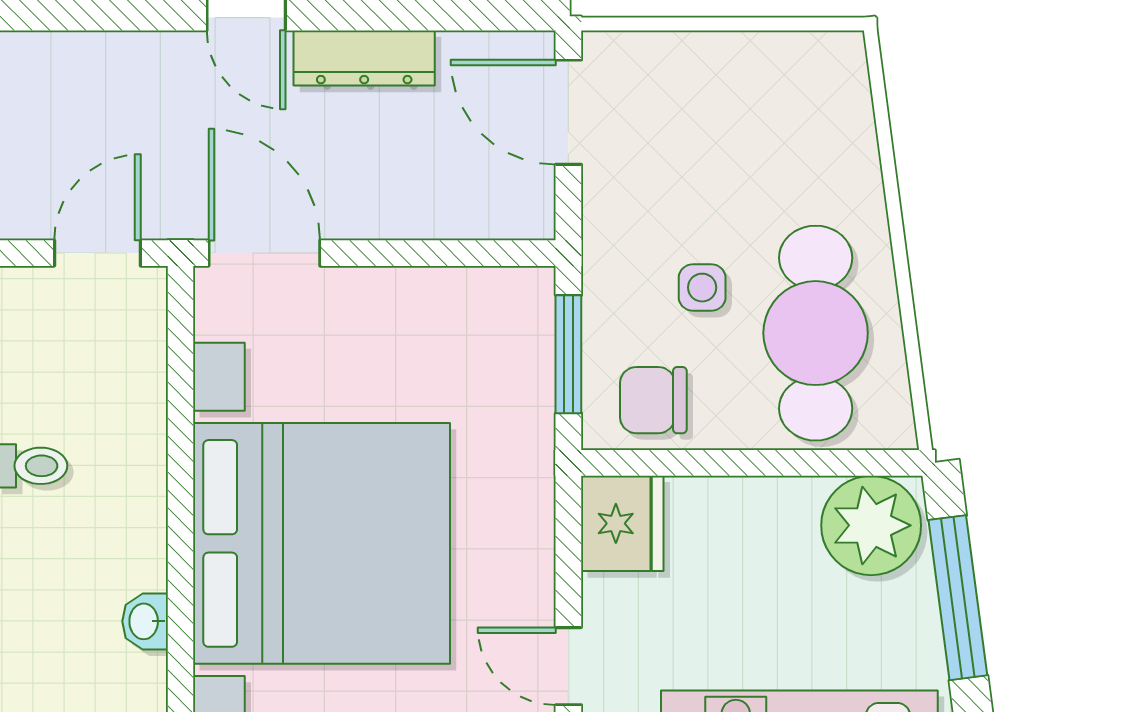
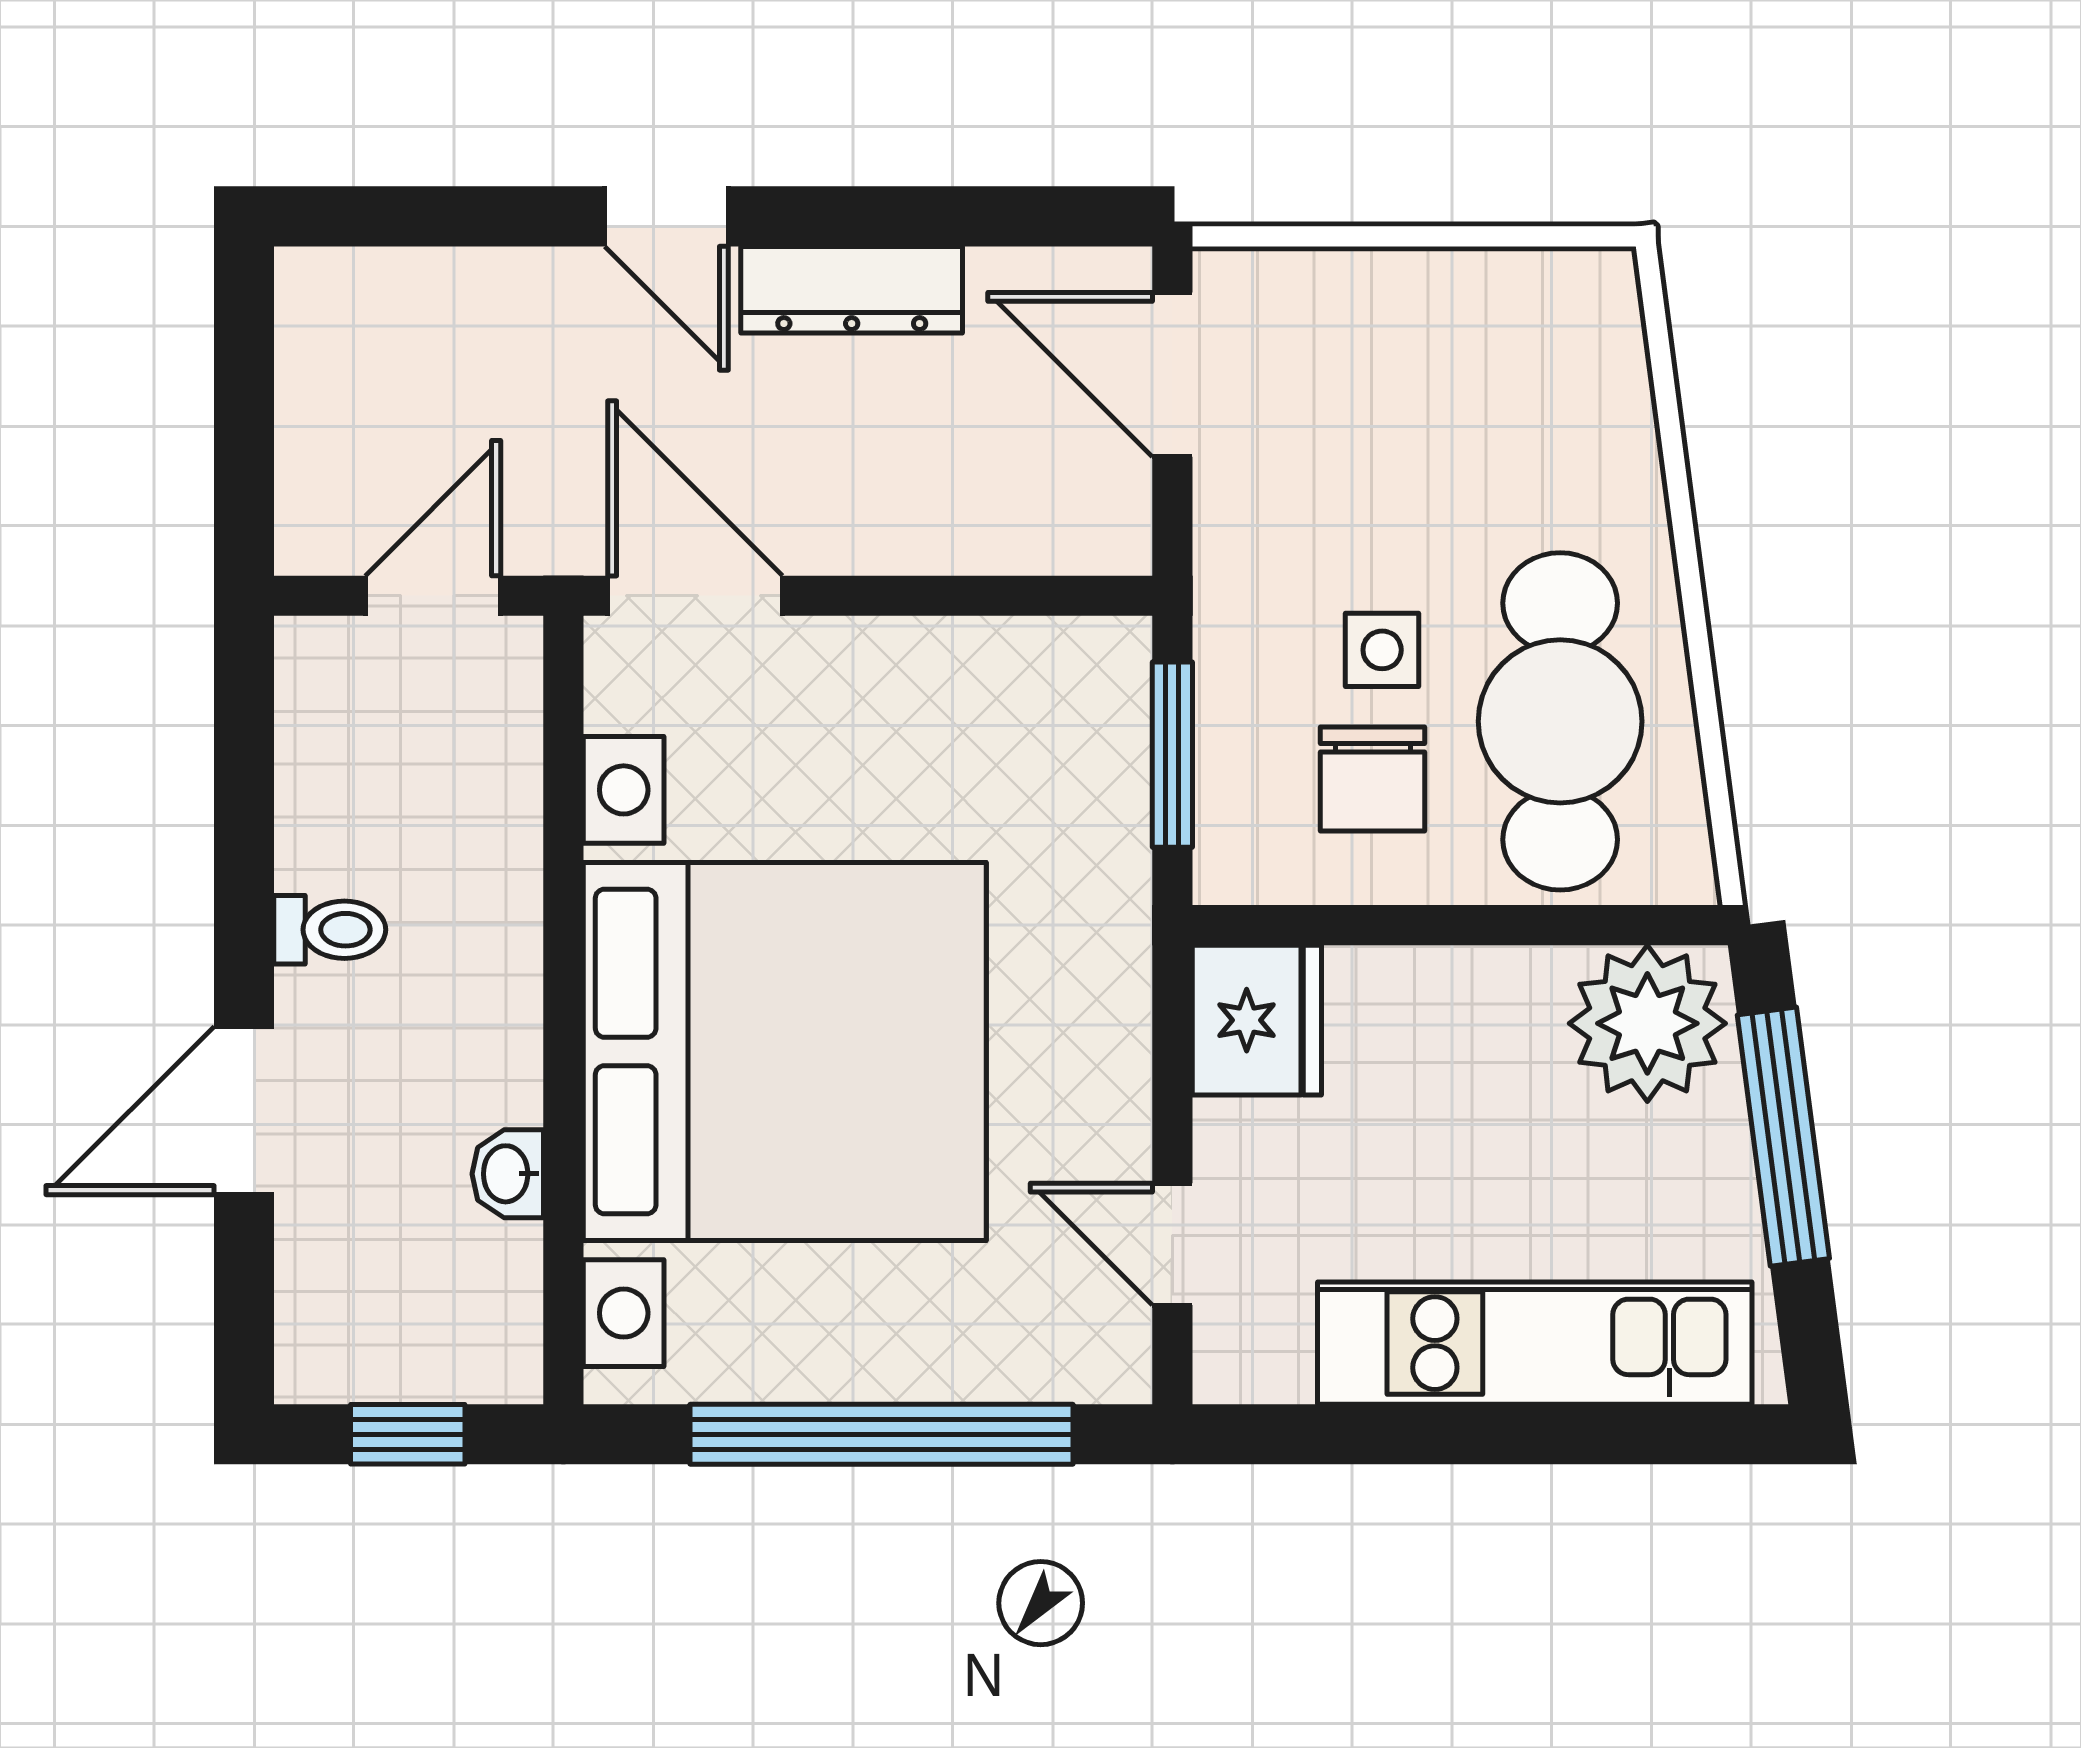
chair: (653, 400) -> (1373, 779), moved, turned -90

